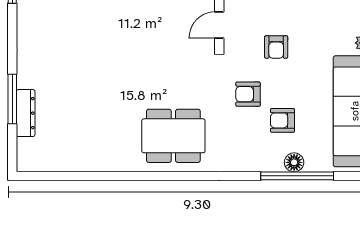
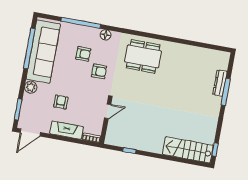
armchair: (276, 47) -> (61, 102), moved
floor lamp: (294, 162) -> (106, 35), moved

